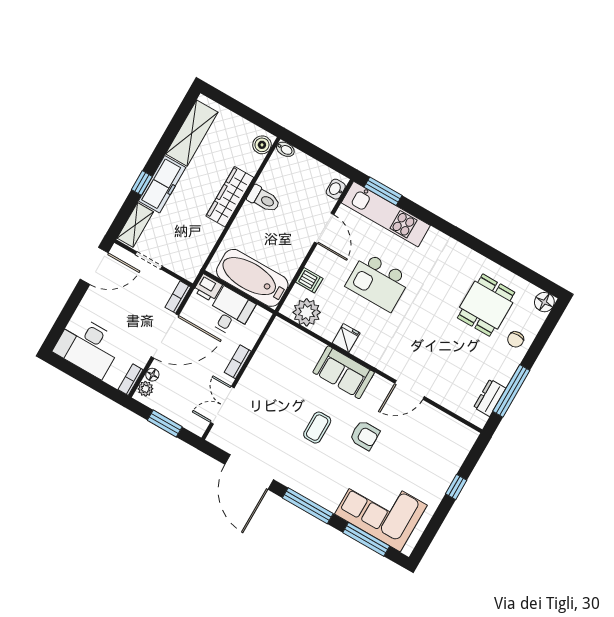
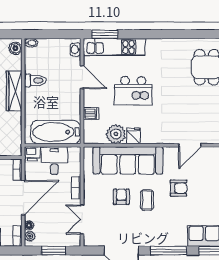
plant: (307, 312) -> (116, 134), moved
sofa: (344, 372) -> (128, 160), width x1.85, depth x1.27
armchair: (287, 405) -> (121, 197), added

